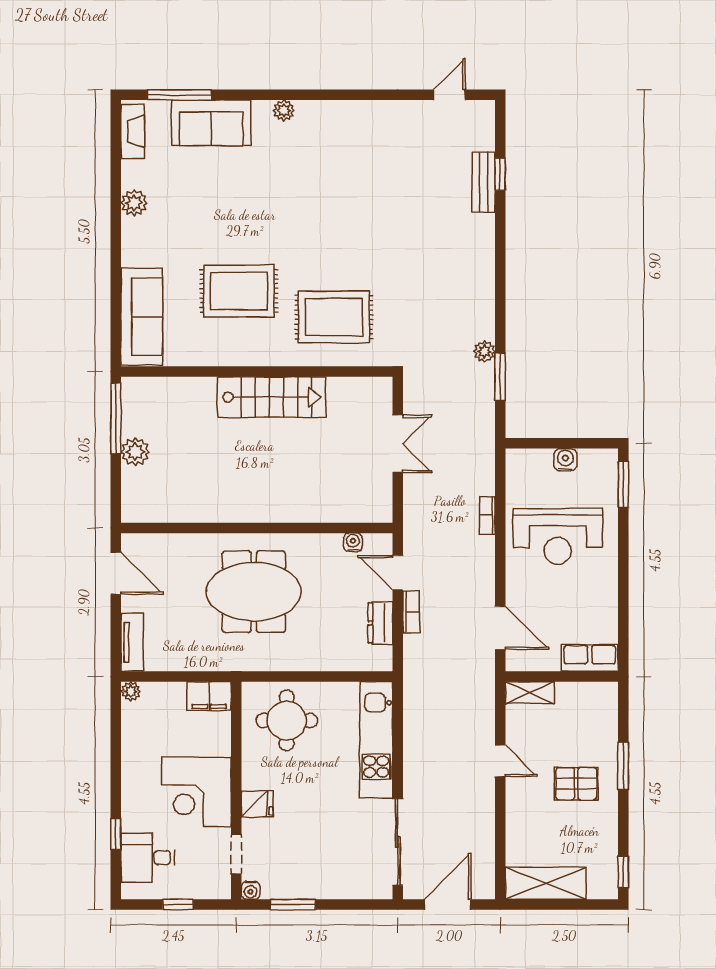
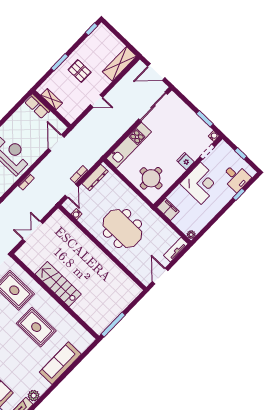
plant: (134, 203) -> (34, 396), moved
sofa: (142, 317) -> (60, 363), moved
plant: (135, 452) -> (117, 308), removed
dresser: (380, 623) -> (95, 178), width x1.44
shelving: (530, 693) -> (52, 99), moved
door: (500, 761) -> (96, 101), swing flipped
shelving: (546, 883) -> (119, 64), moved, turned 90

